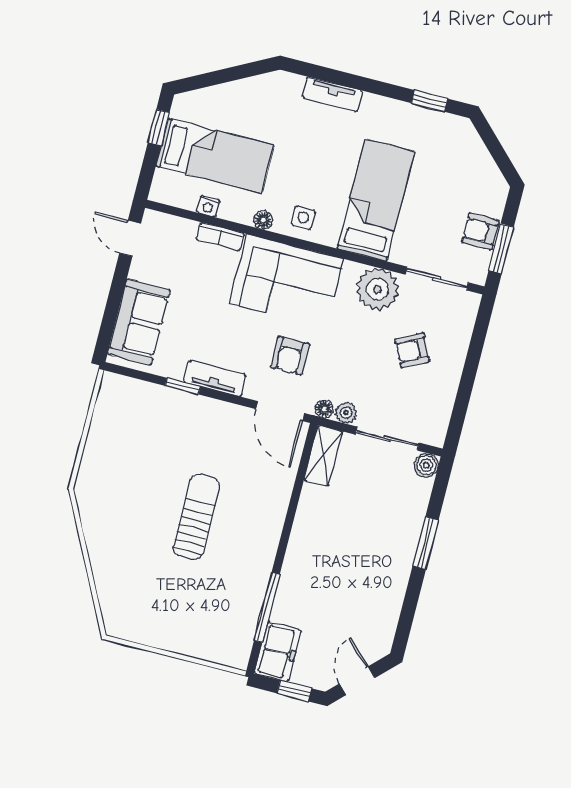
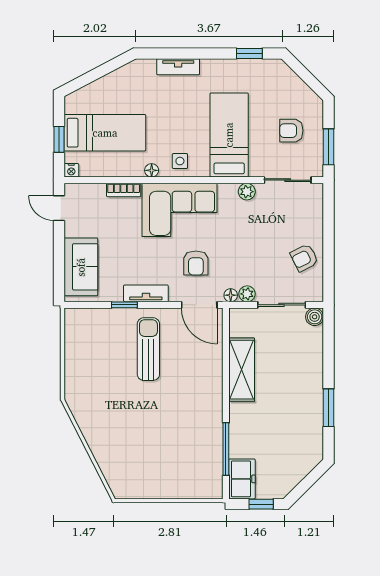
window: (159, 128) -> (59, 139), moved
nightstand: (208, 206) -> (71, 170), moved
armchair: (480, 231) -> (291, 131), moved
plant: (377, 289) -> (247, 192), width x0.53, depth x0.53
armchair: (412, 350) -> (304, 258), moved
shelving: (323, 456) -> (242, 370), moved, width x1.50, depth x1.33
sun lounger: (196, 517) -> (148, 349), moved
window: (426, 543) -> (328, 408), moved
door: (357, 681) -> (305, 485), removed

